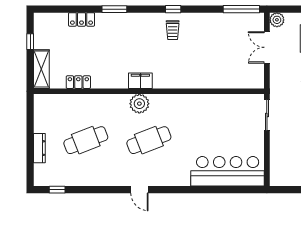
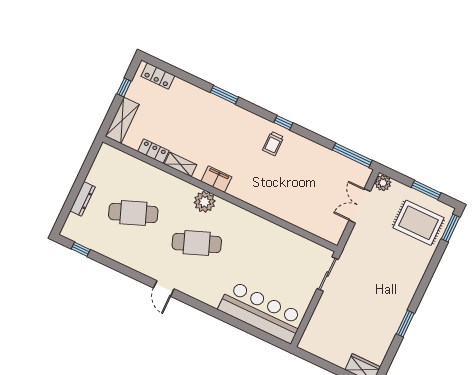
locker: (82, 19) -> (158, 76), moved
shelving: (105, 83) -> (180, 164), added

